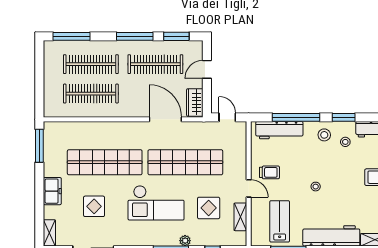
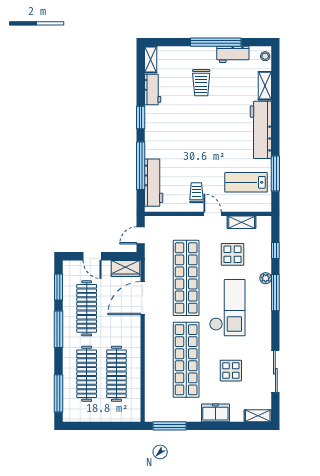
stool: (324, 135) -> (158, 137), removed
stool: (345, 142) -> (165, 116), removed
stool: (316, 187) -> (211, 146), removed
door: (249, 188) -> (213, 214), hinge flipped

